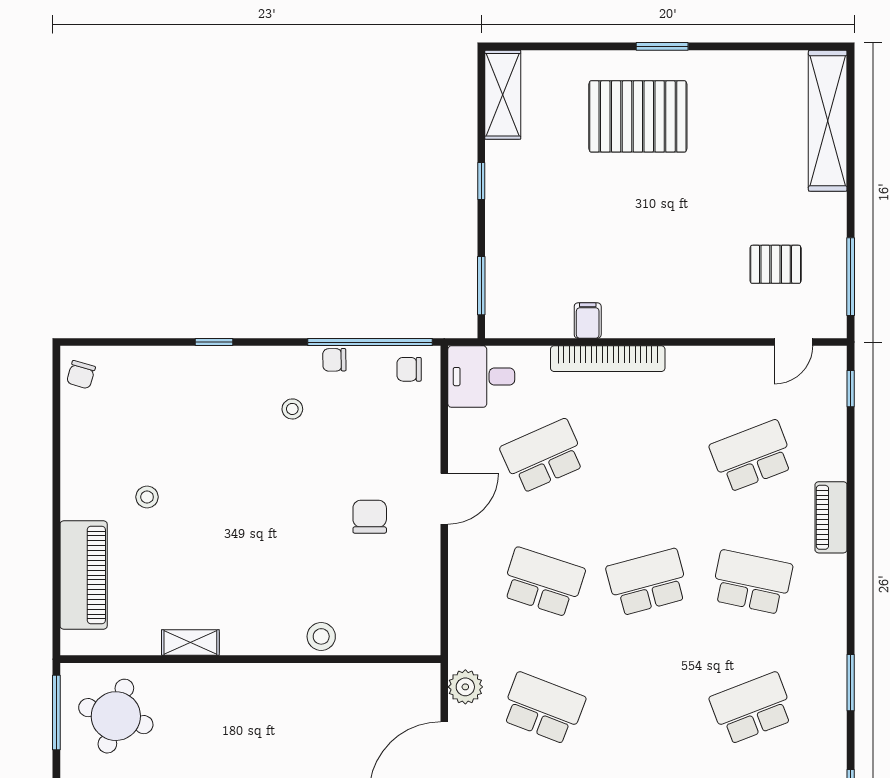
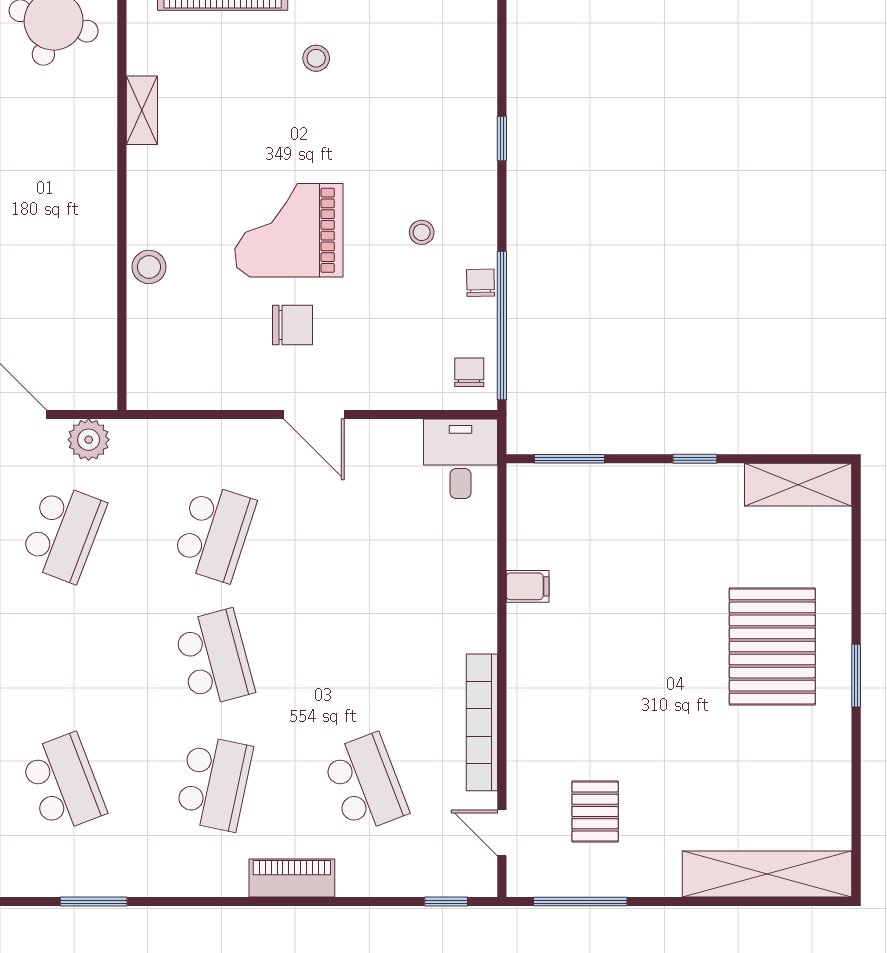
bookcase: (608, 359) -> (482, 722), moved
school desk: (543, 456) -> (365, 533), removed
grand piano: (291, 520) -> (289, 230), added

